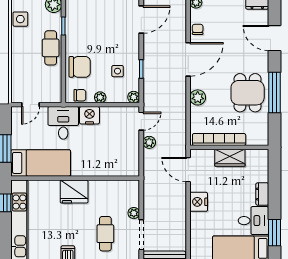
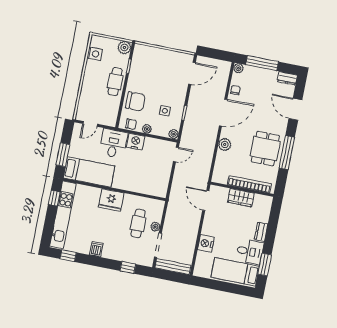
bookcase: (219, 139) -> (249, 184), moved
plant: (149, 142) -> (179, 173), removed
nightstand: (199, 202) -> (206, 243), moved
cafe table: (105, 234) -> (138, 223), moved

